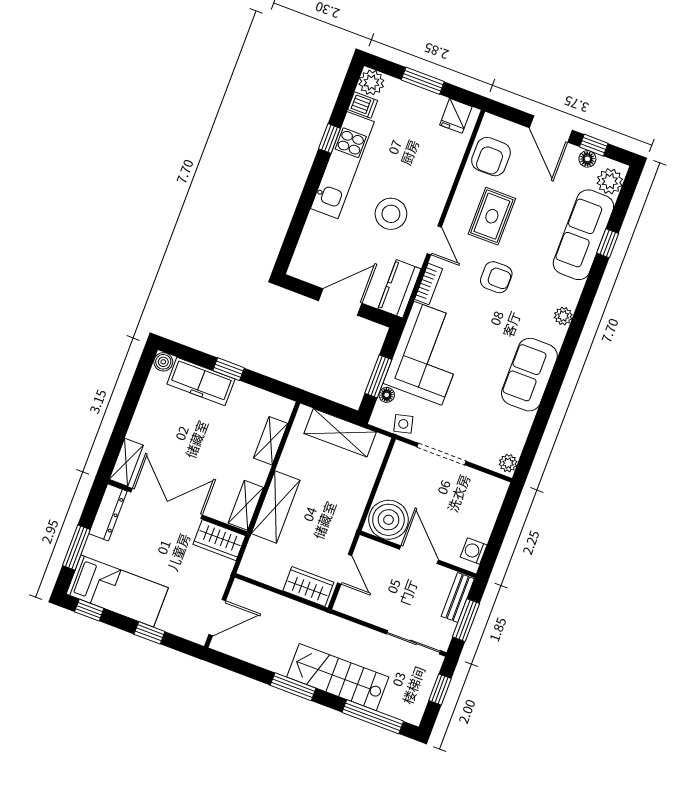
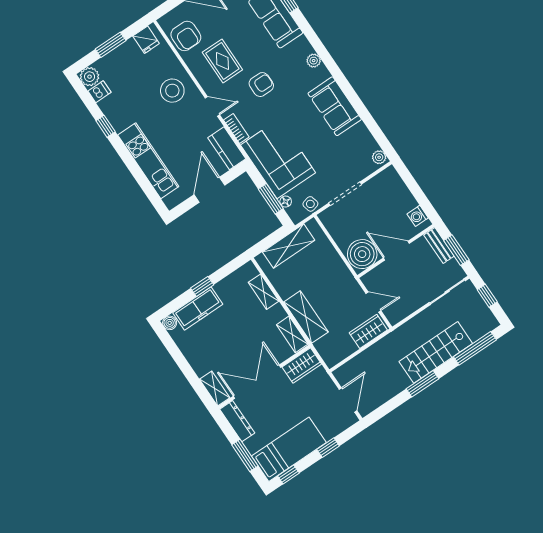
kitchen unit: (342, 165) -> (148, 161), moved
stool: (391, 214) -> (172, 91), moved

